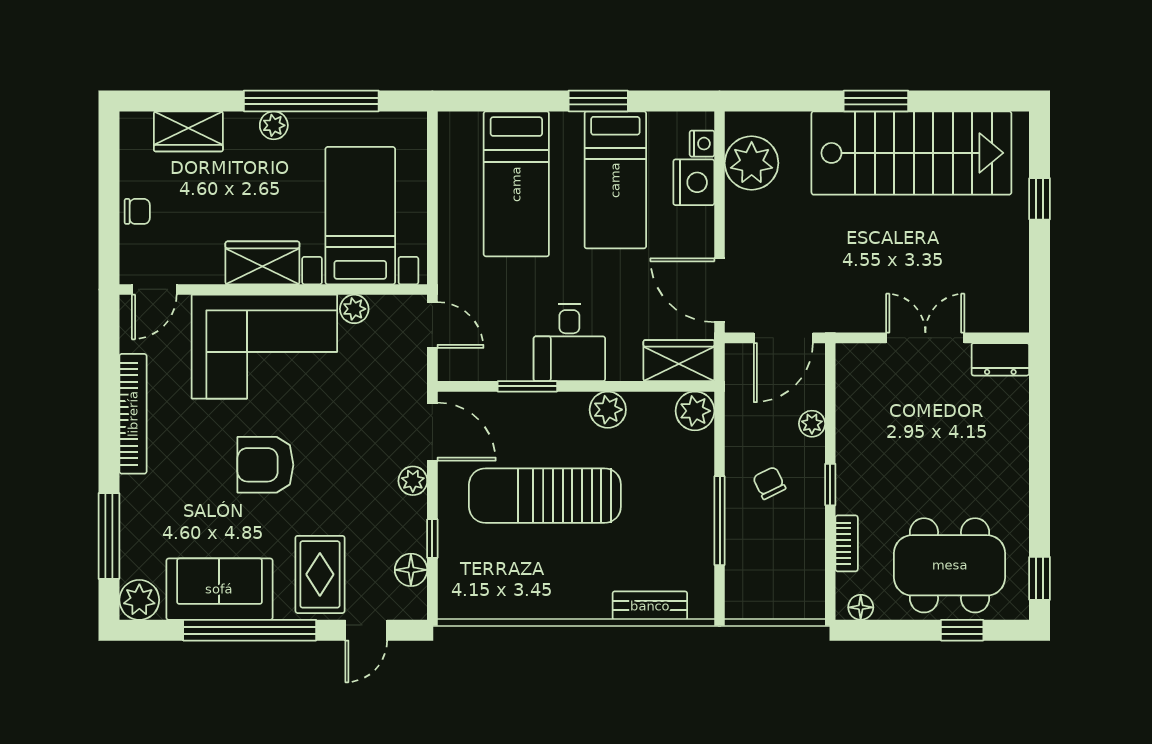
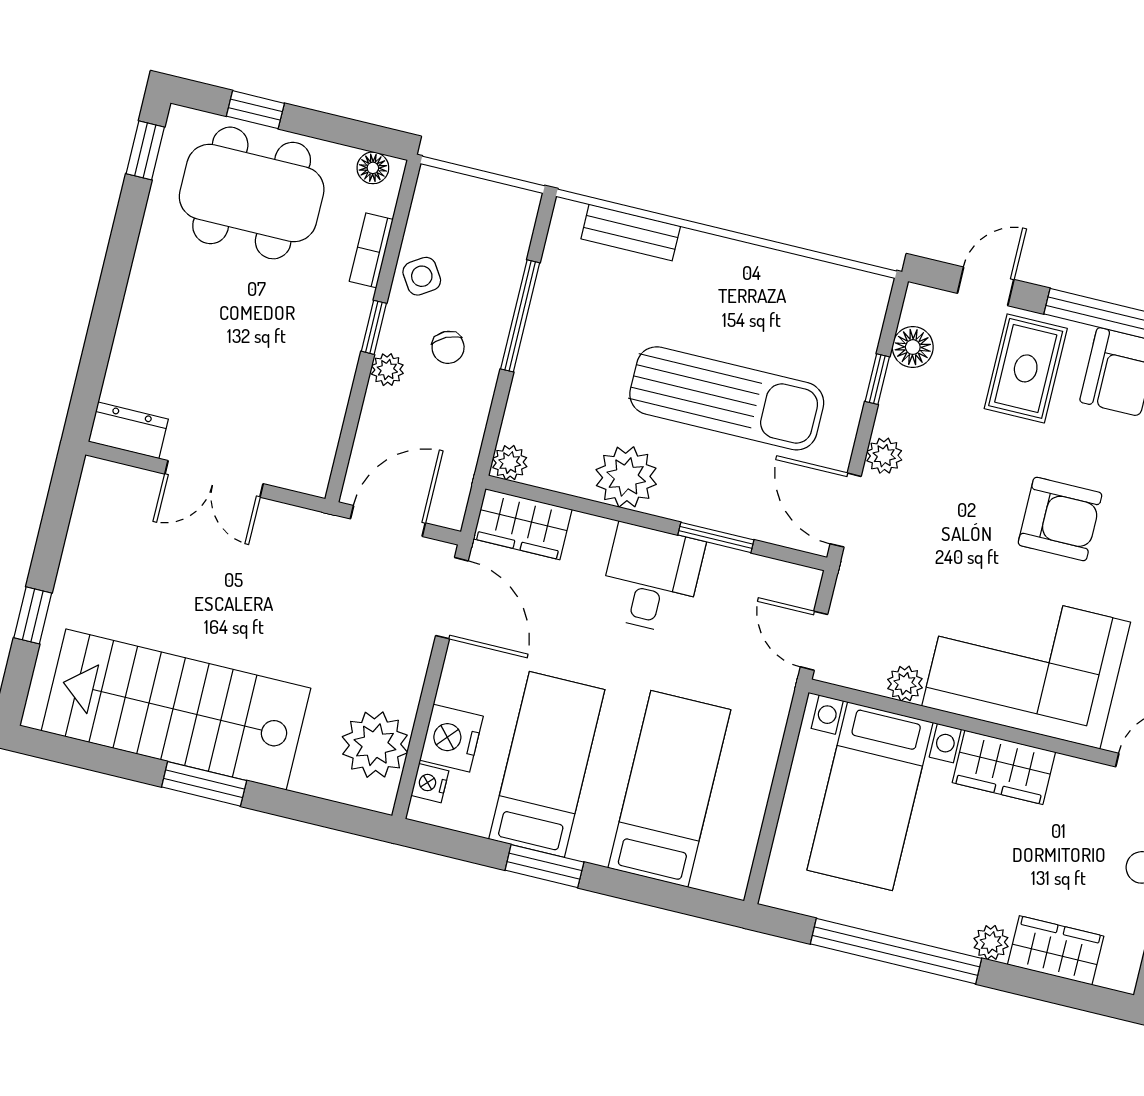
plant: (274, 125) -> (991, 943), moved
plant: (608, 410) -> (626, 477), width x1.36, depth x1.36
plant: (695, 411) -> (510, 463), width x0.73, depth x0.73
plant: (812, 424) -> (387, 370), moved
side table: (803, 533) -> (422, 276), added

